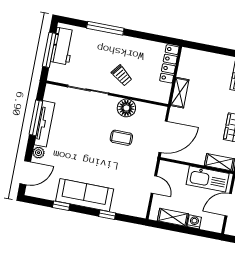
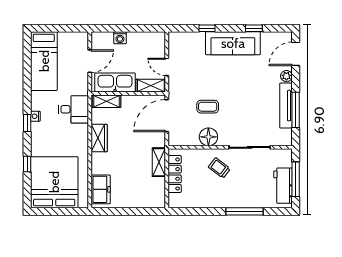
locker: (169, 64) -> (175, 174), moved
shelving: (173, 217) -> (151, 86), moved

